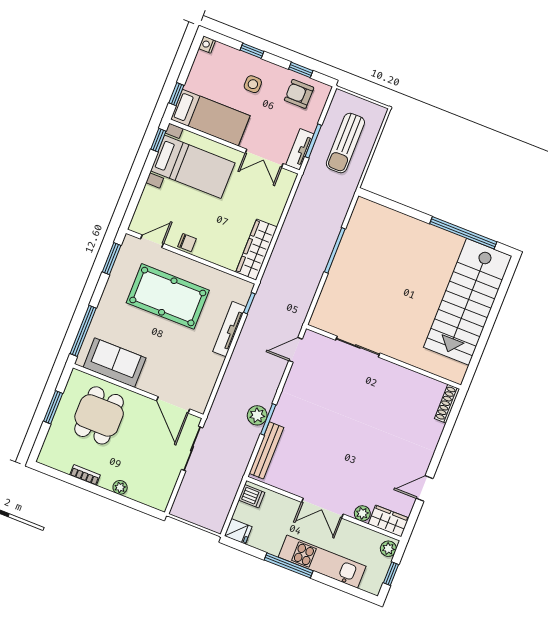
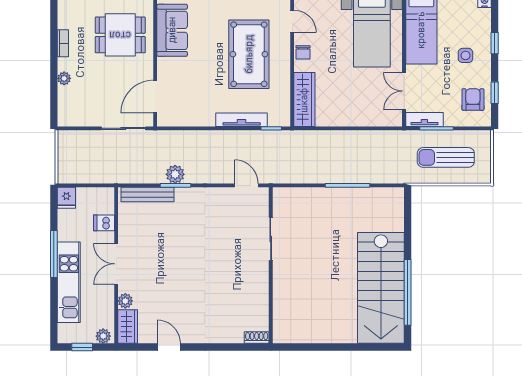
wardrobe: (257, 250) -> (304, 100), moved, turned 90
stairs: (468, 302) -> (381, 288), moved, turned -90
shoe rack: (447, 404) -> (257, 337), width x0.70
dishwasher: (252, 496) -> (104, 223), moved, turned 90

